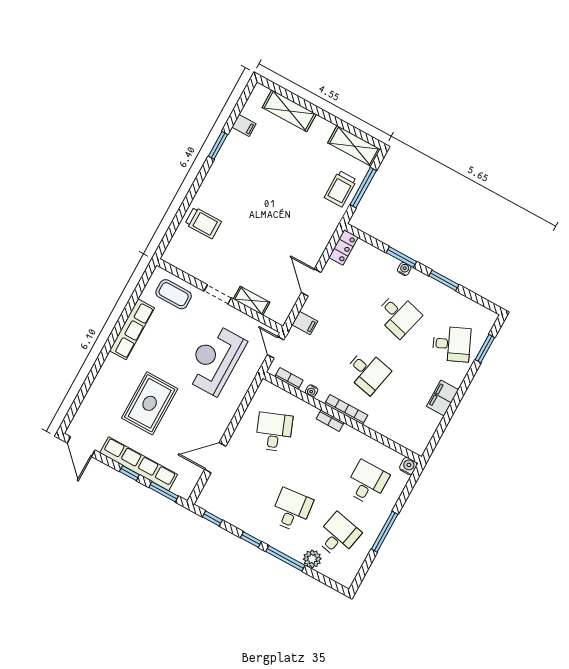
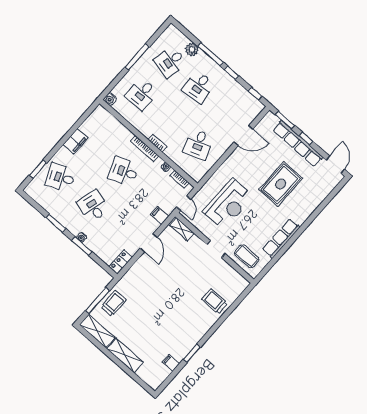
shelving: (289, 111) -> (125, 355), moved
shelving: (251, 301) -> (182, 229), moved
desk: (367, 372) -> (124, 171), turned -33

